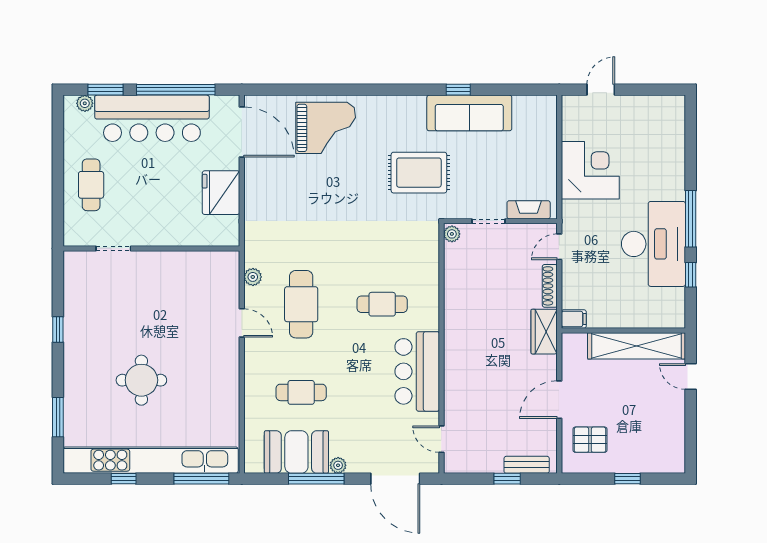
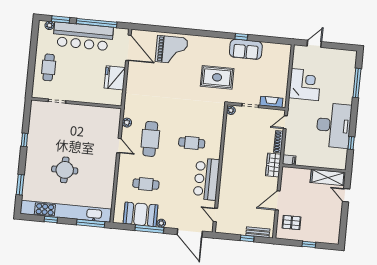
sofa: (469, 113) -> (246, 49), width x0.73
window: (691, 219) -> (357, 83), moved
shelving: (637, 346) -> (328, 178), width x0.68

